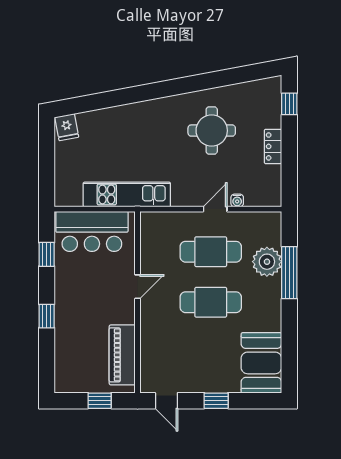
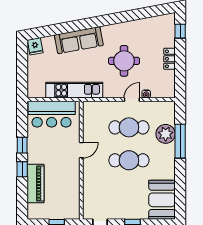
sofa: (134, 118) -> (79, 40), added
round table: (212, 131) -> (124, 61), moved
window: (47, 254) -> (22, 145), moved
piano: (122, 355) -> (35, 183), moved, turned 180

